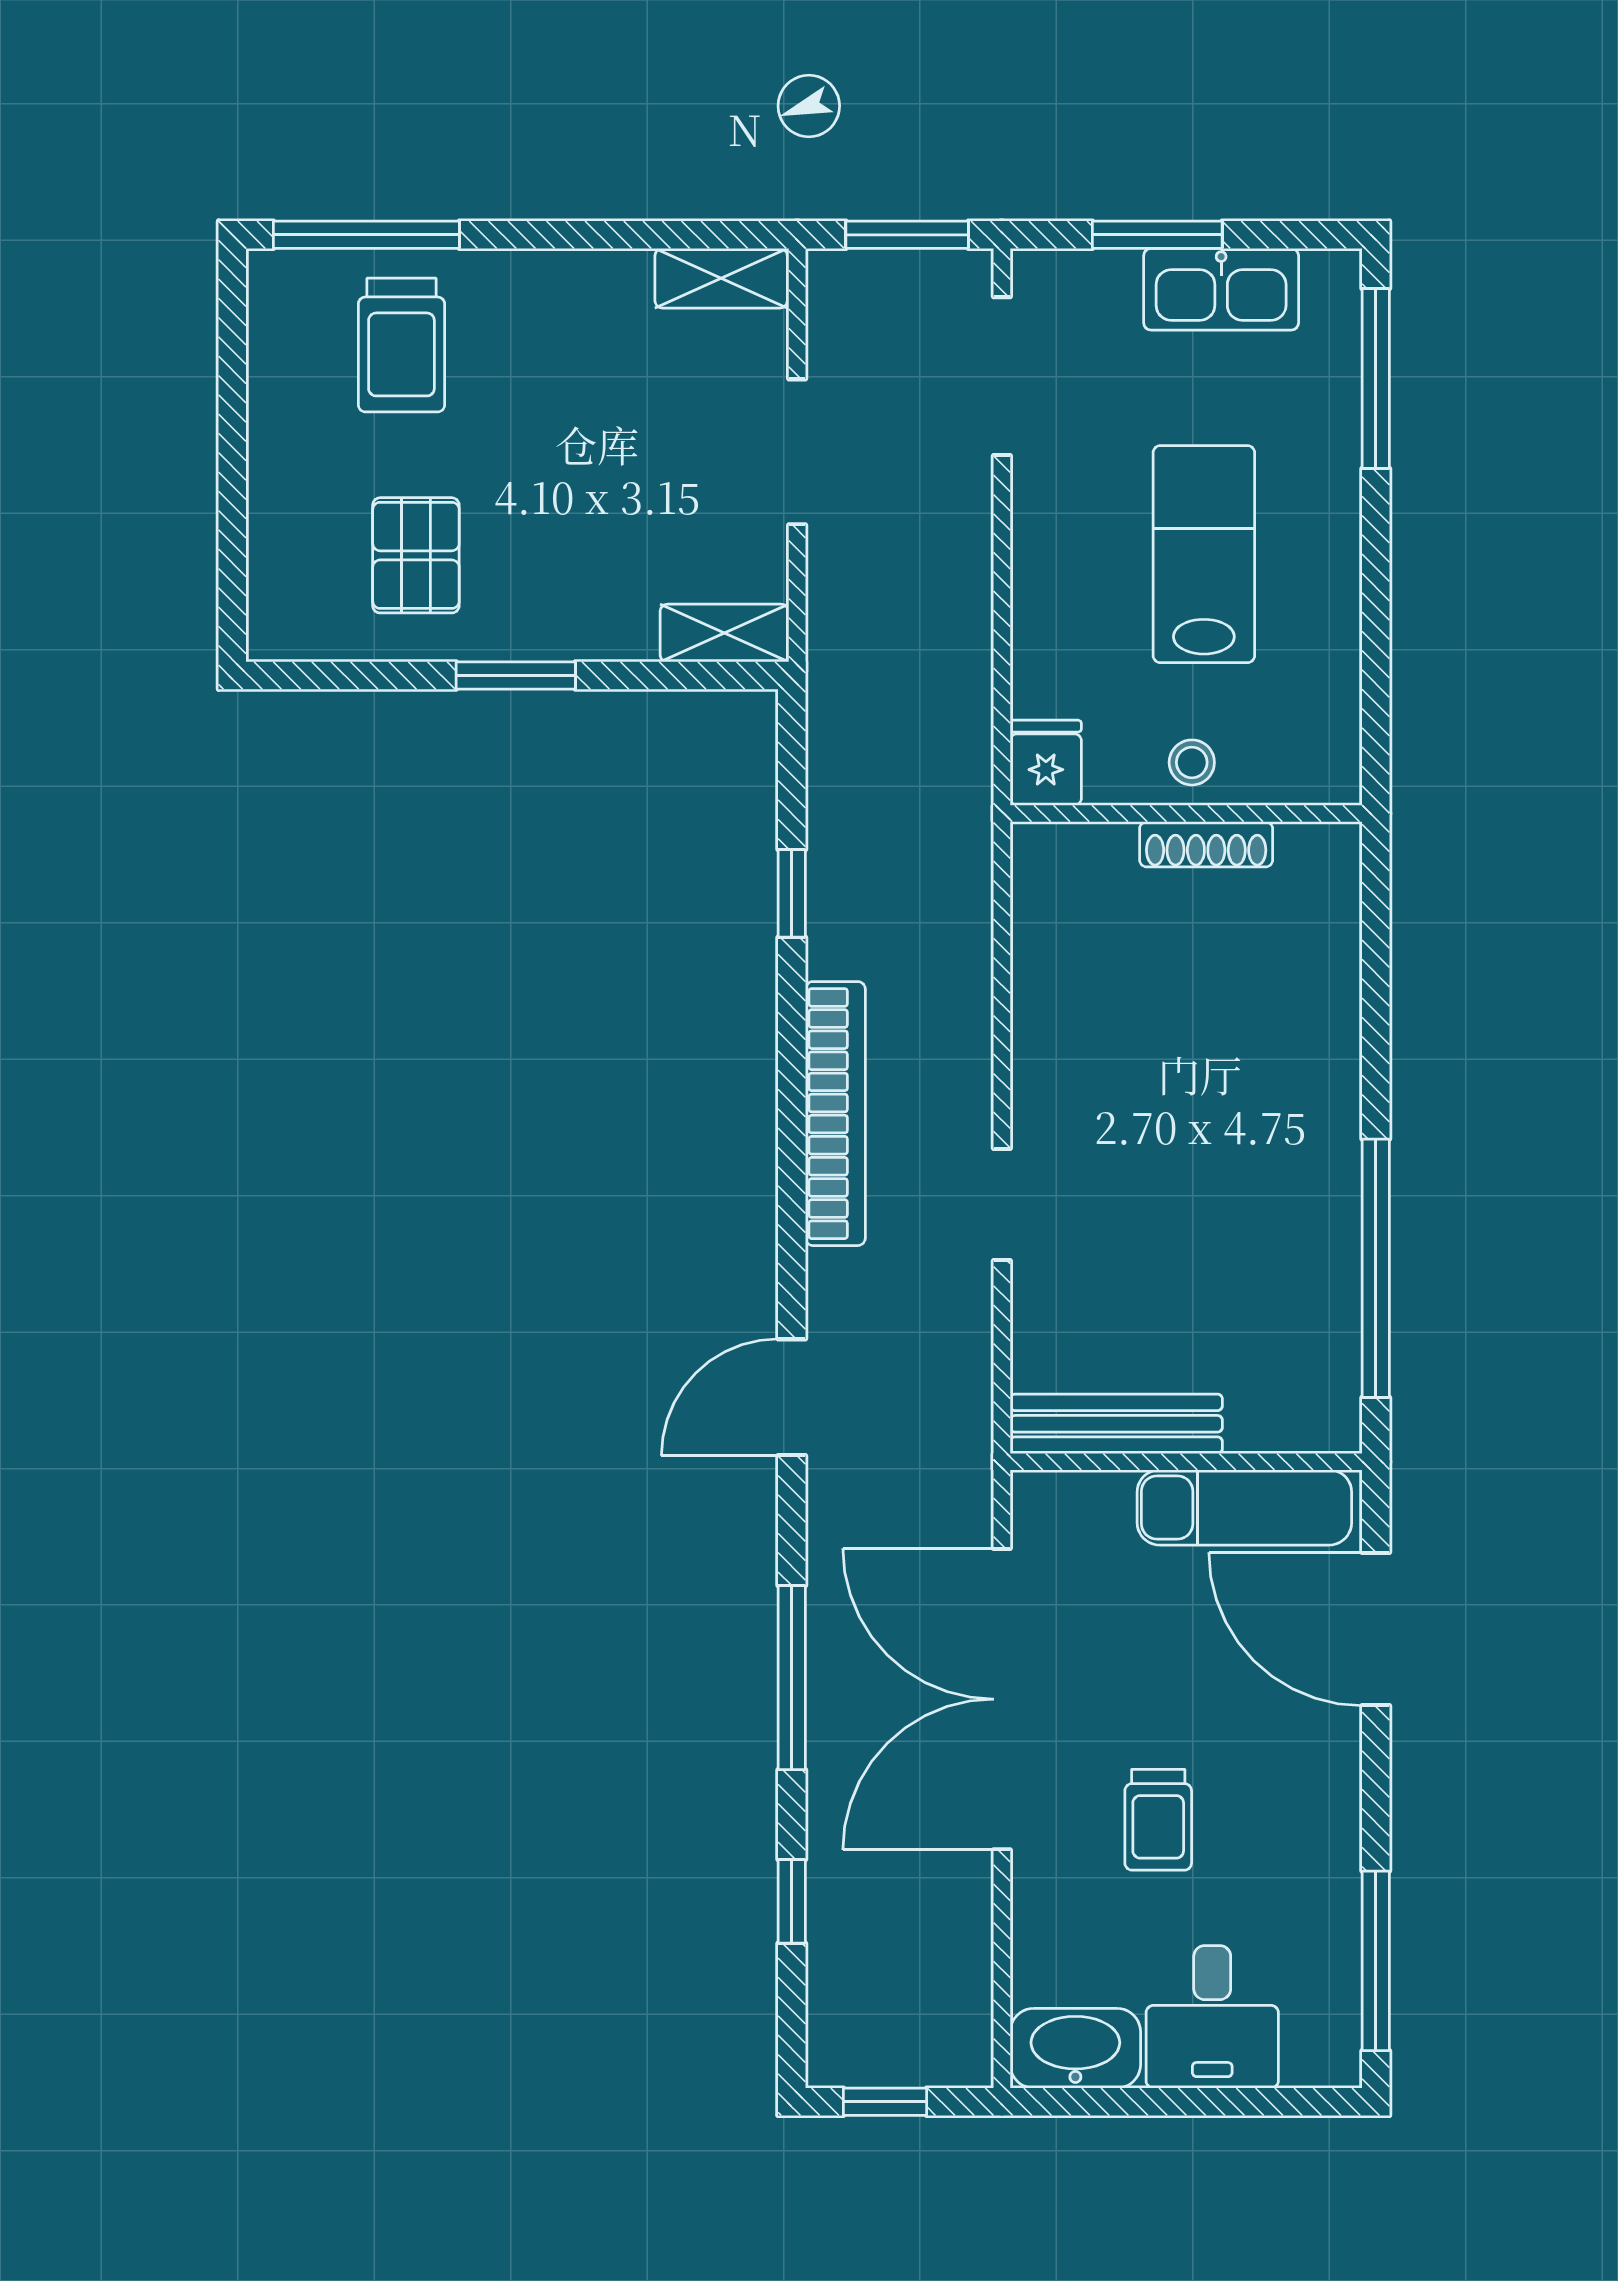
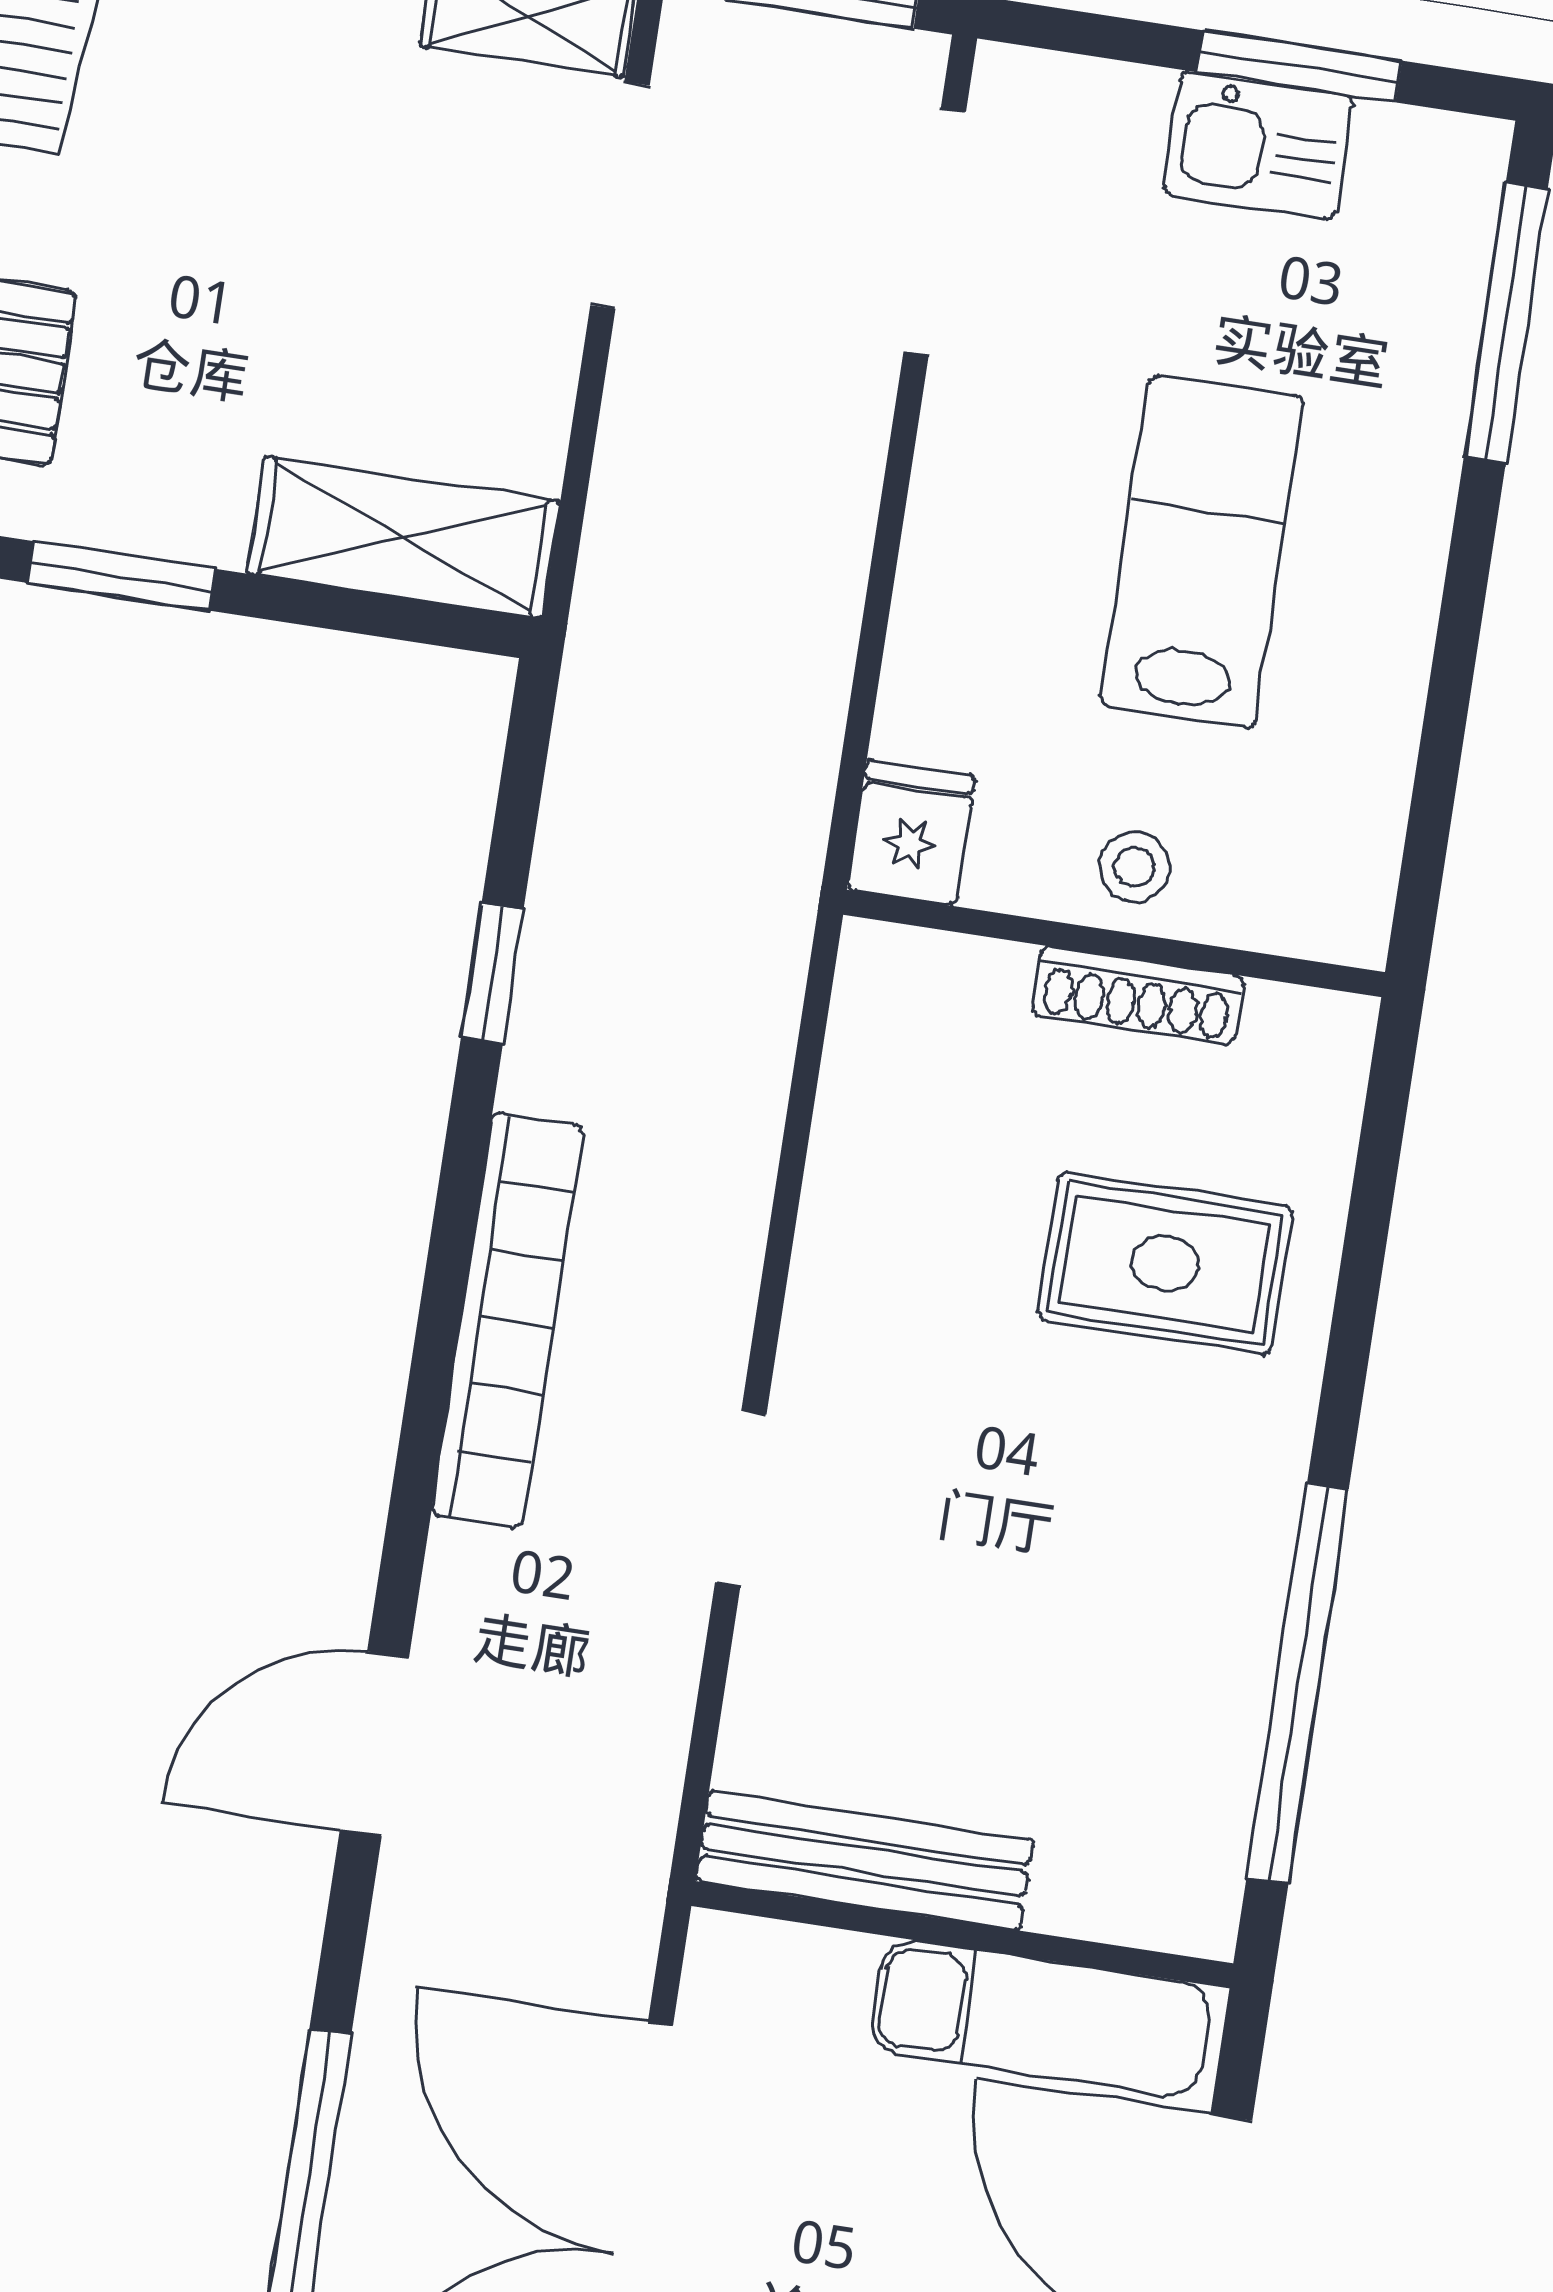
window: (1157, 235) -> (1299, 66), moved
kitchen sink: (1221, 289) -> (1258, 145), width x0.73
doorway: (797, 452) -> (620, 195), moved
shelving: (724, 633) -> (403, 537), width x1.50, depth x1.33
rug: (1250, 1013) -> (1165, 1263), added

